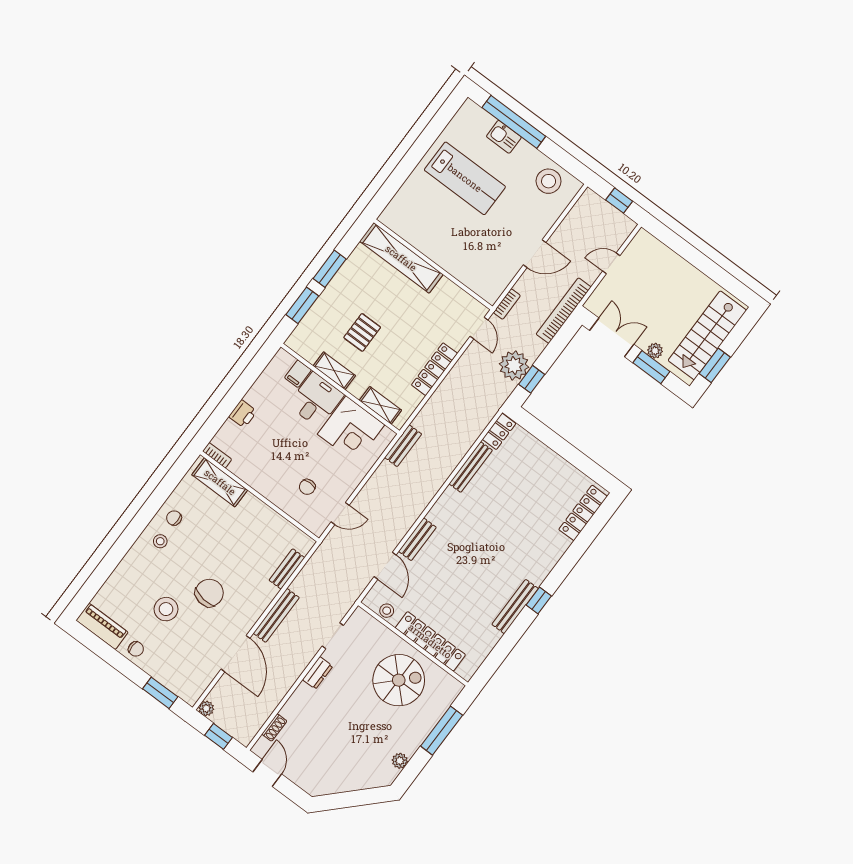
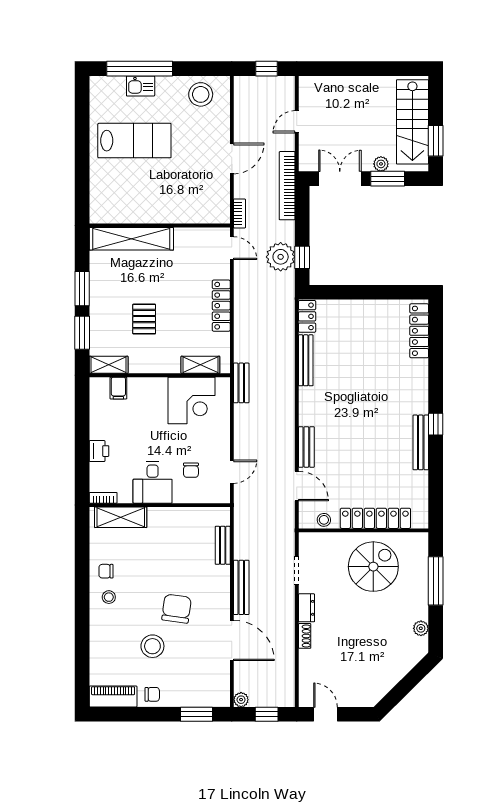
shelving: (334, 371) -> (109, 365), moved
desk: (316, 400) -> (153, 482), moved, turned 180
shoe rack: (274, 728) -> (305, 636), moved

